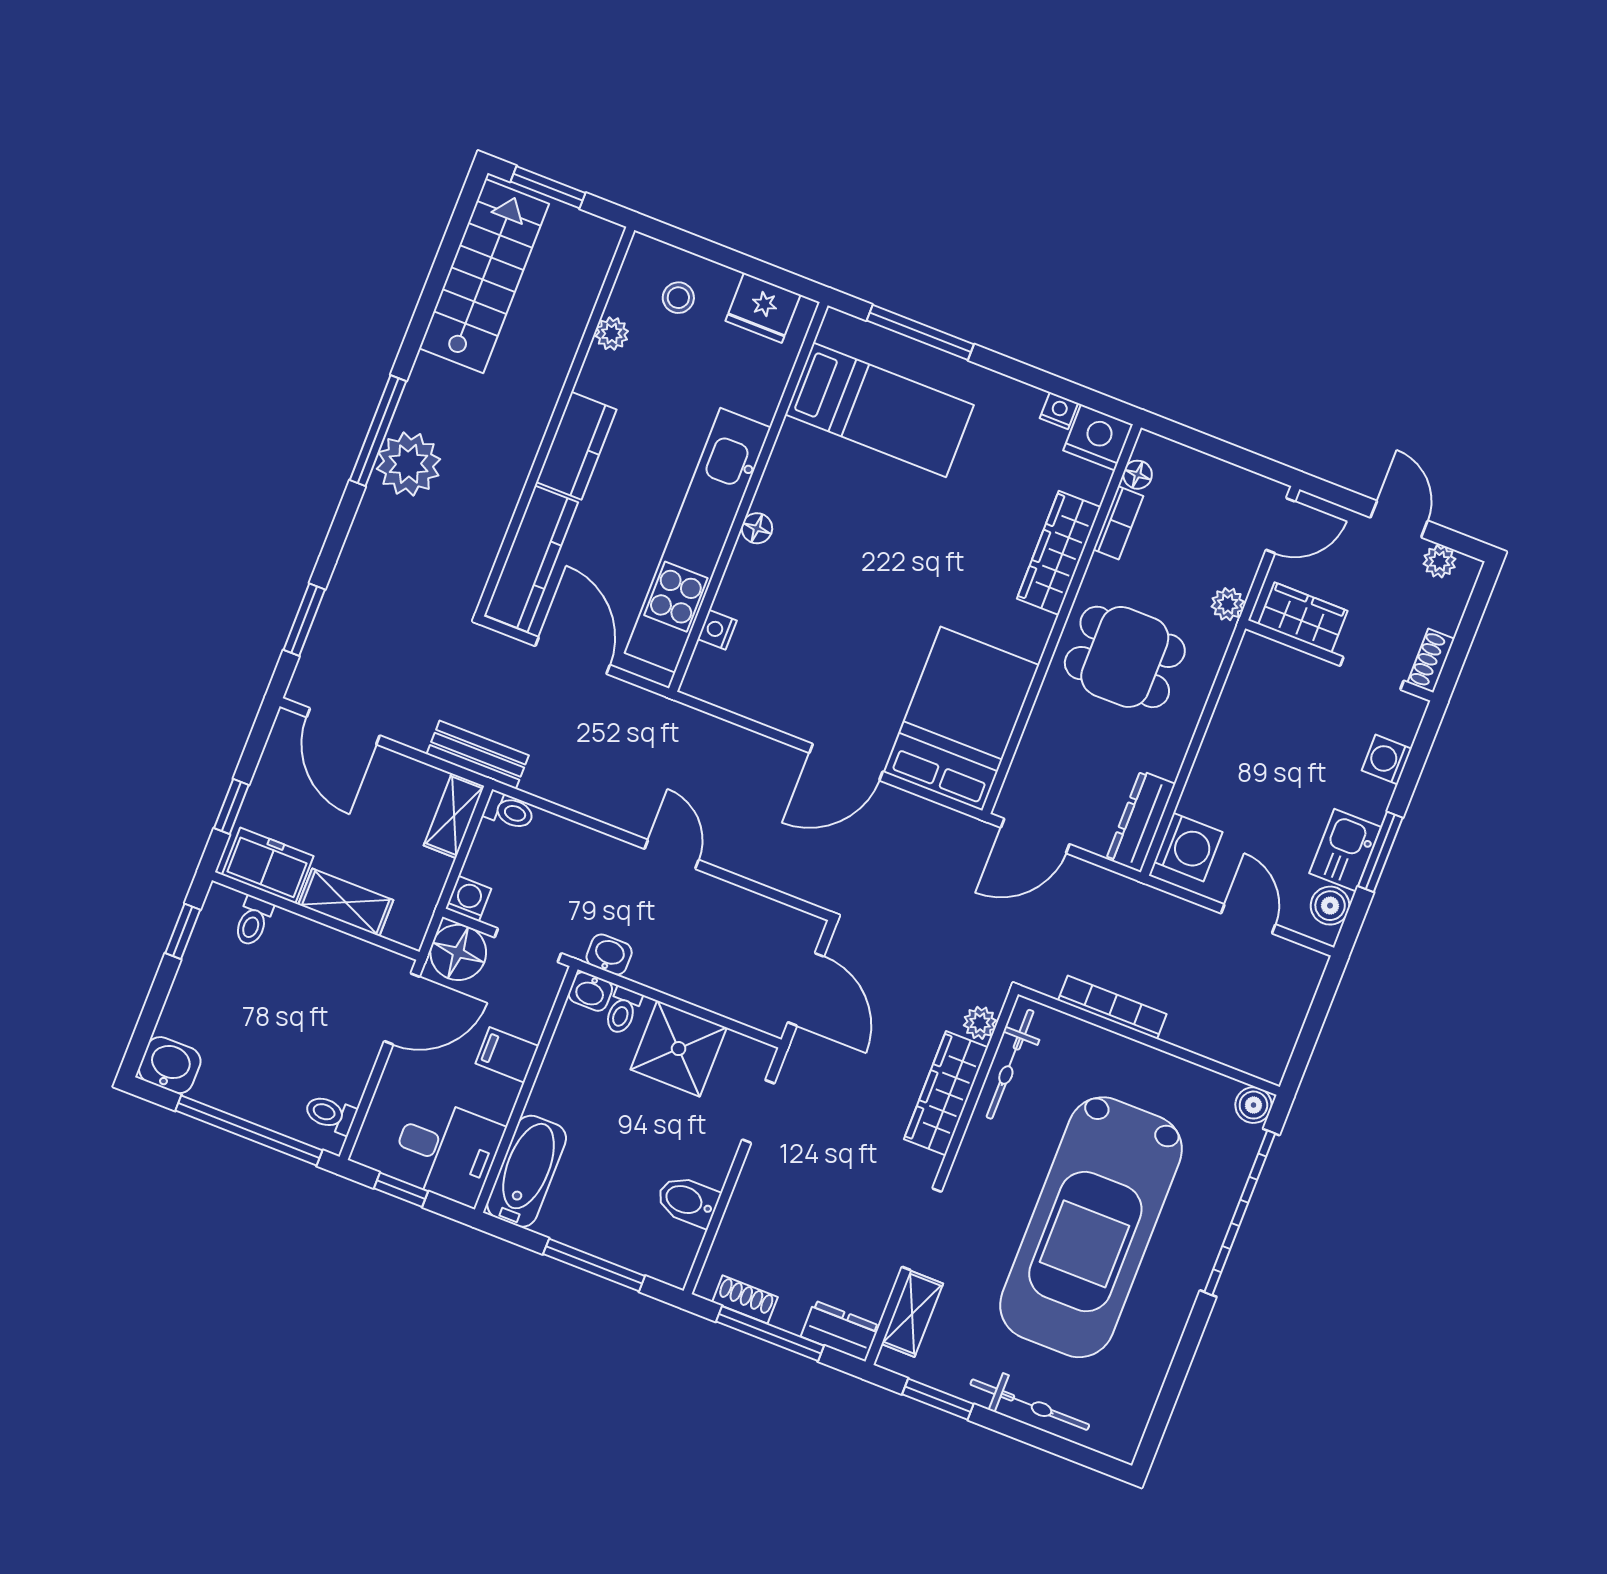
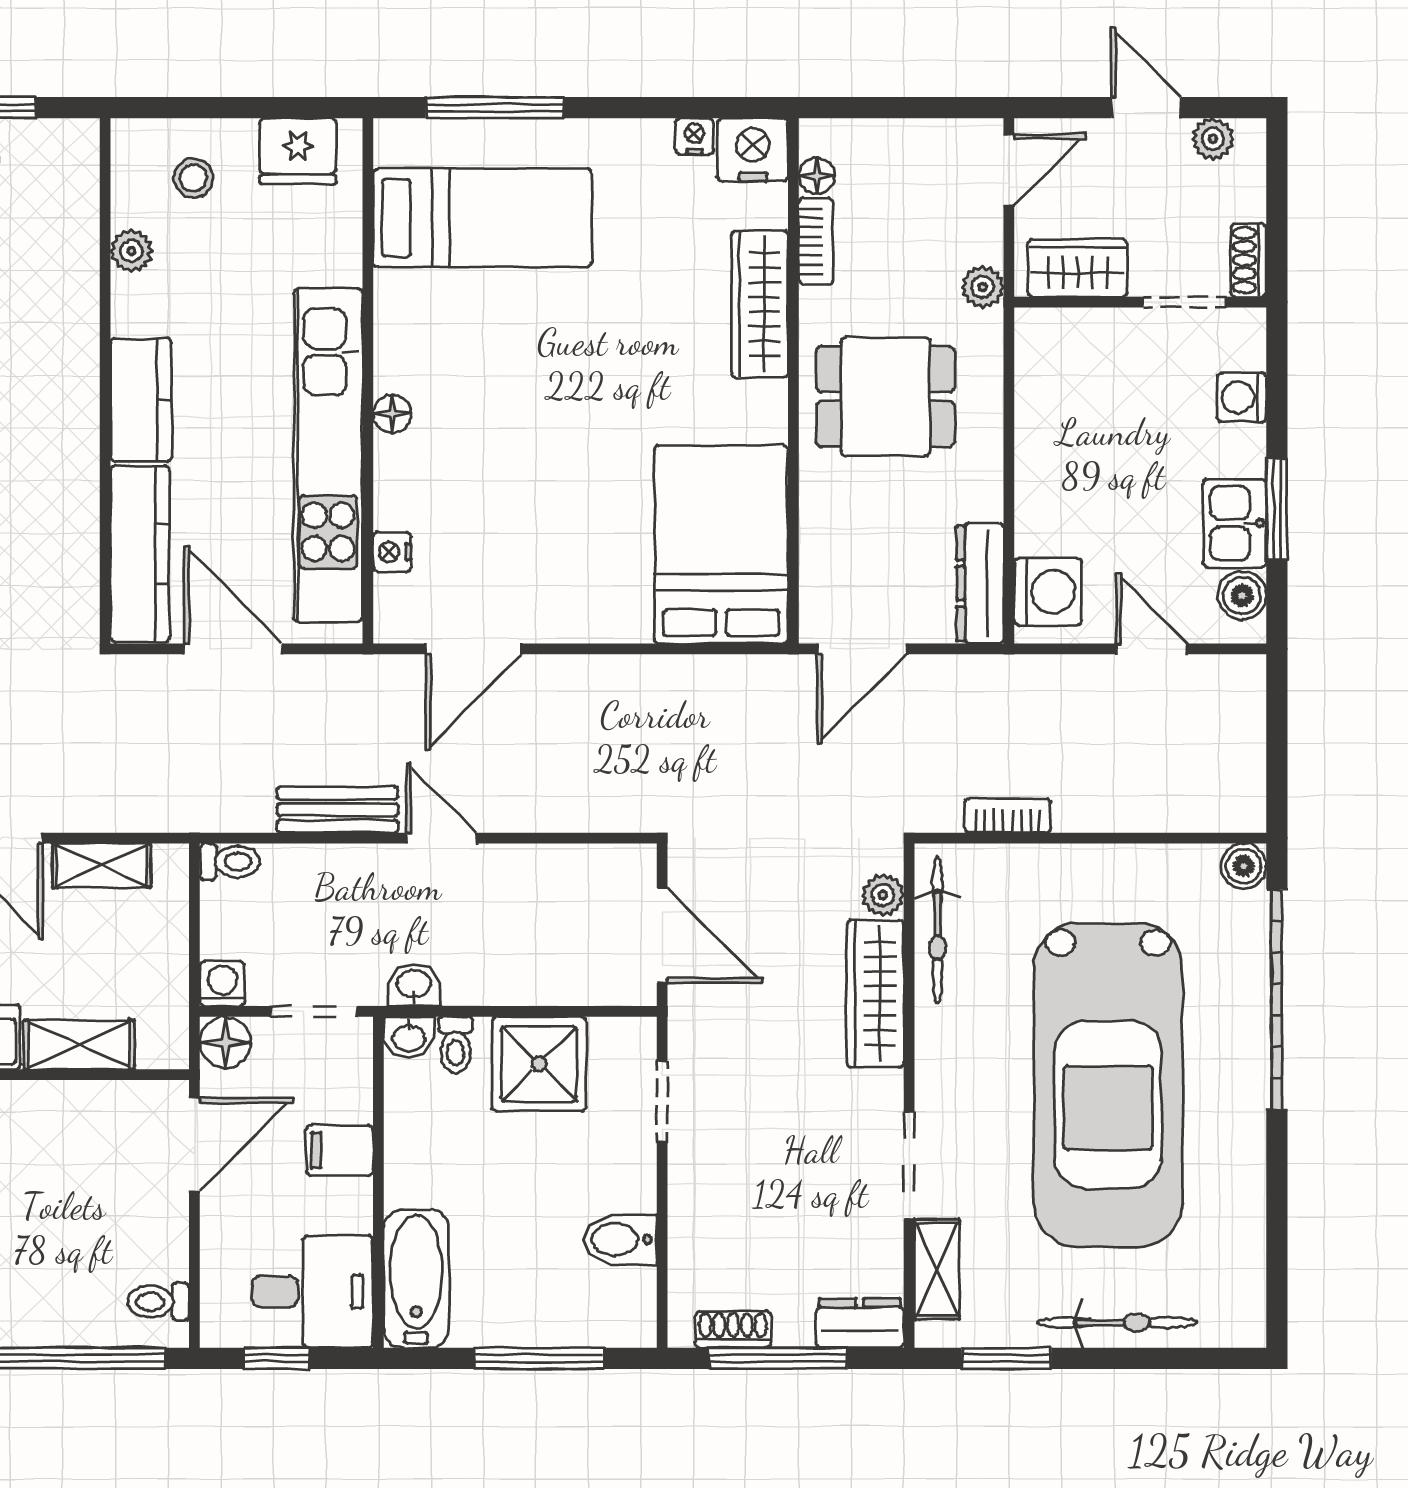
bench: (478, 755) -> (338, 810), moved
door: (846, 762) -> (473, 649), moved
shelving: (454, 816) -> (102, 866), moved, turned 90
floor lamp: (458, 952) -> (225, 1042), width x0.73, depth x0.73
bookcase: (1112, 1007) -> (1008, 816), width x0.64

